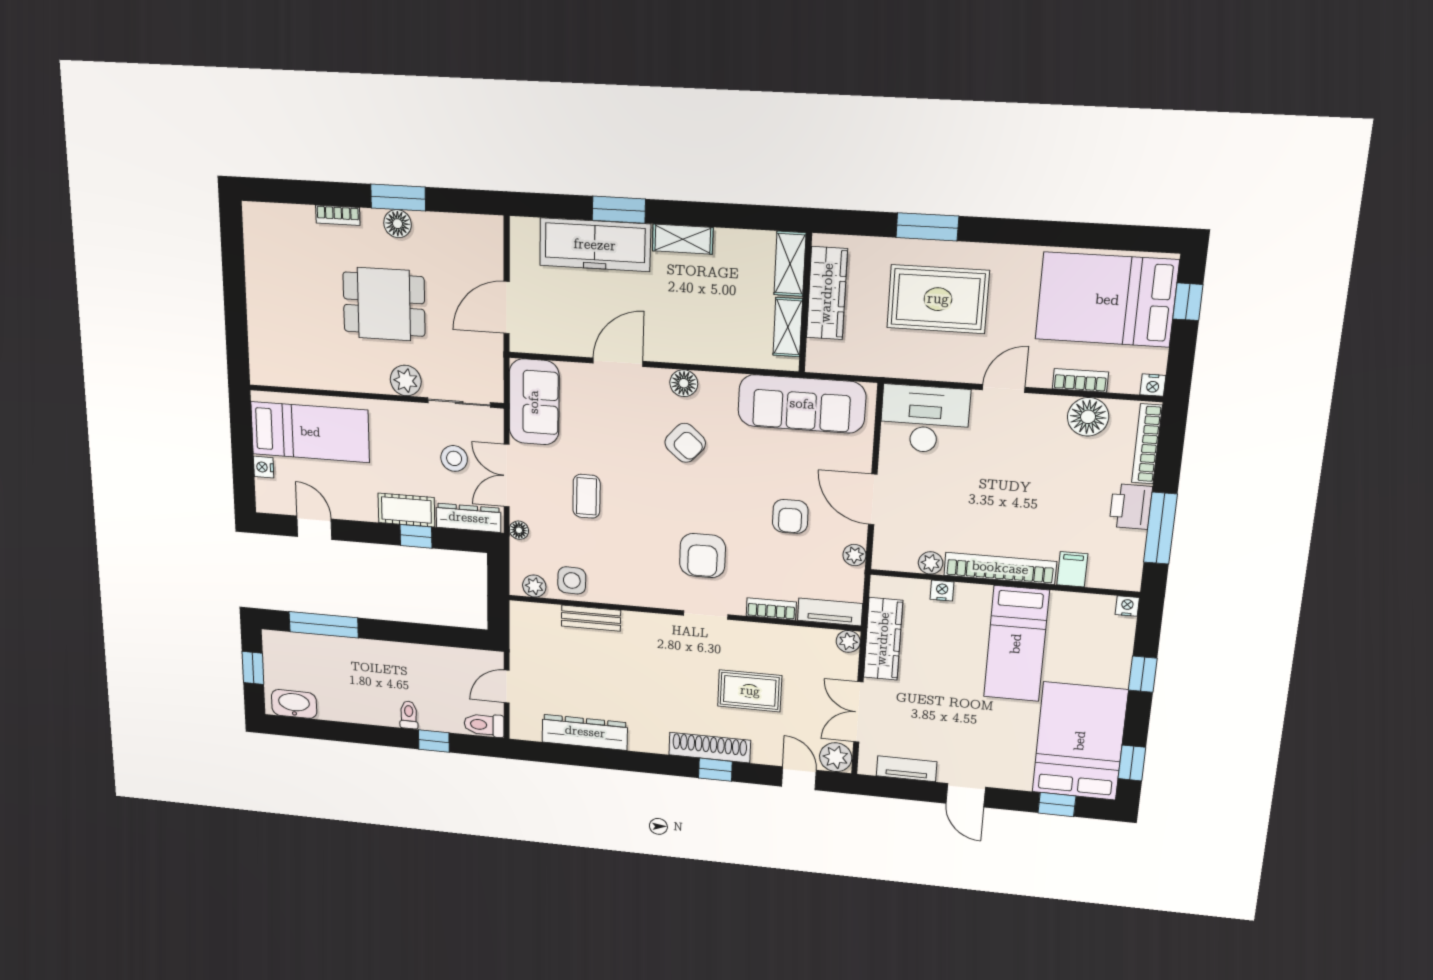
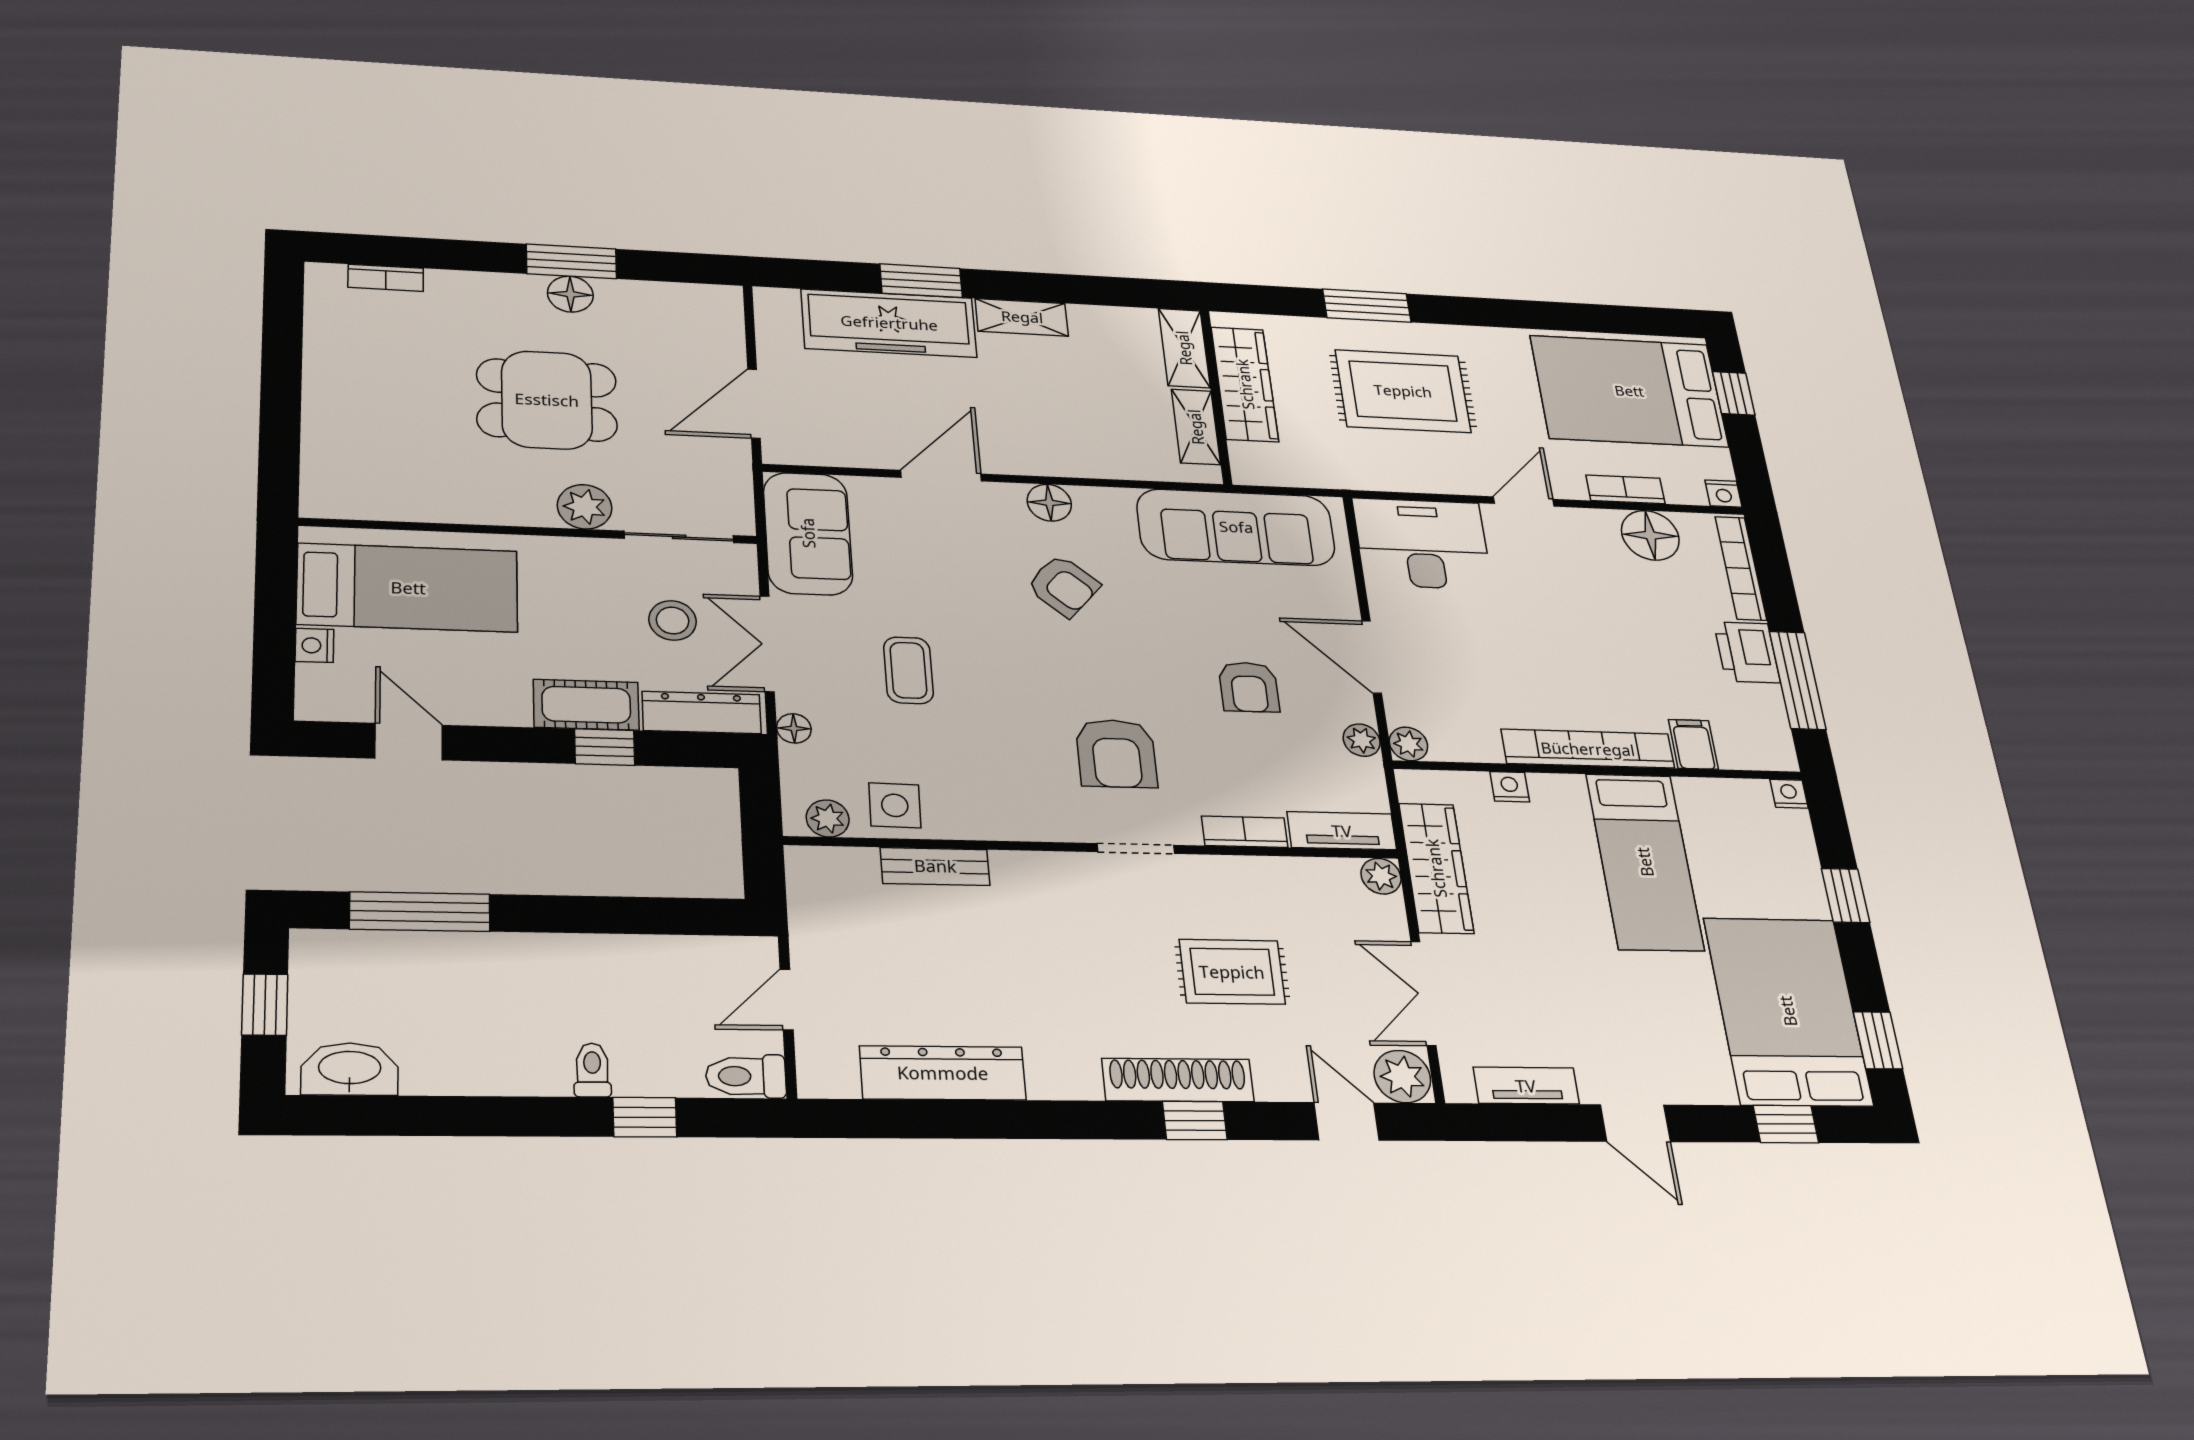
bookcase: (338, 215) -> (386, 278), moved
plant: (931, 563) -> (1408, 744), moved

